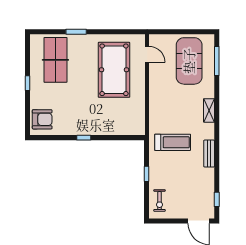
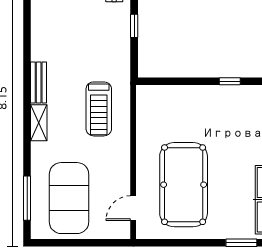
door: (147, 54) -> (133, 208), hinge flipped
treadmill: (173, 142) -> (99, 109), moved, turned -90
bench: (209, 154) -> (39, 83), moved

